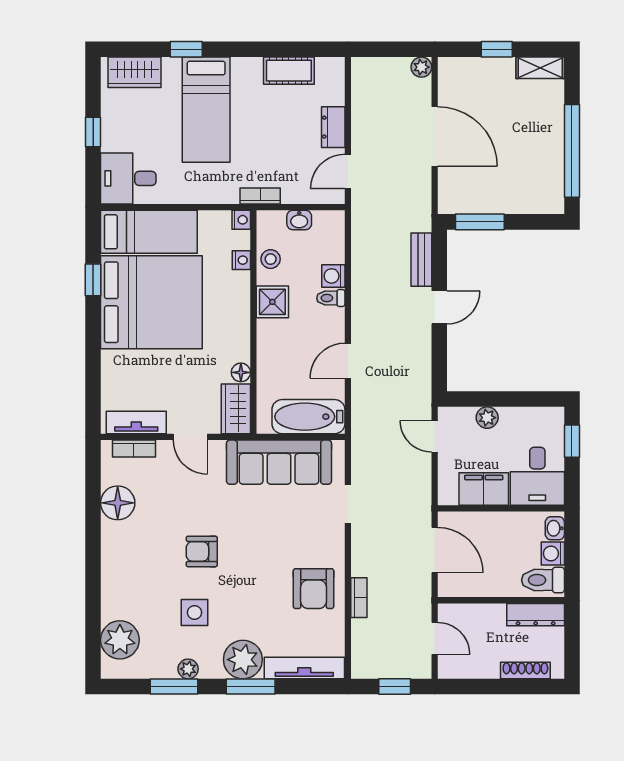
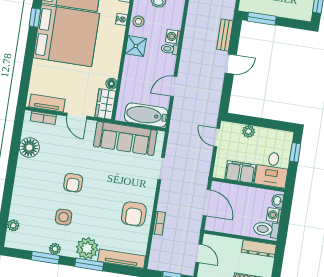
armchair: (202, 551) -> (73, 183), turned -90
plant: (120, 640) -> (13, 225), width x0.53, depth x0.53

